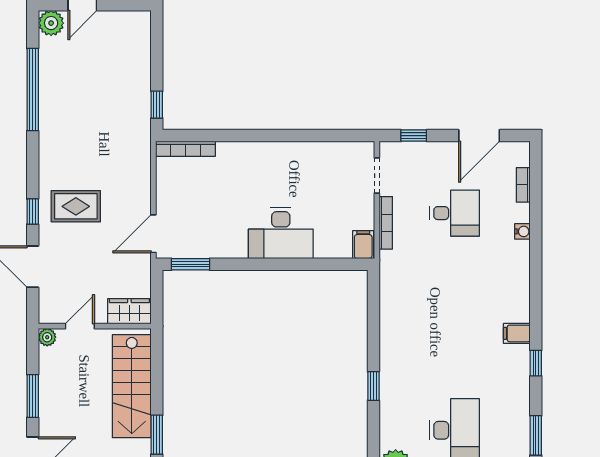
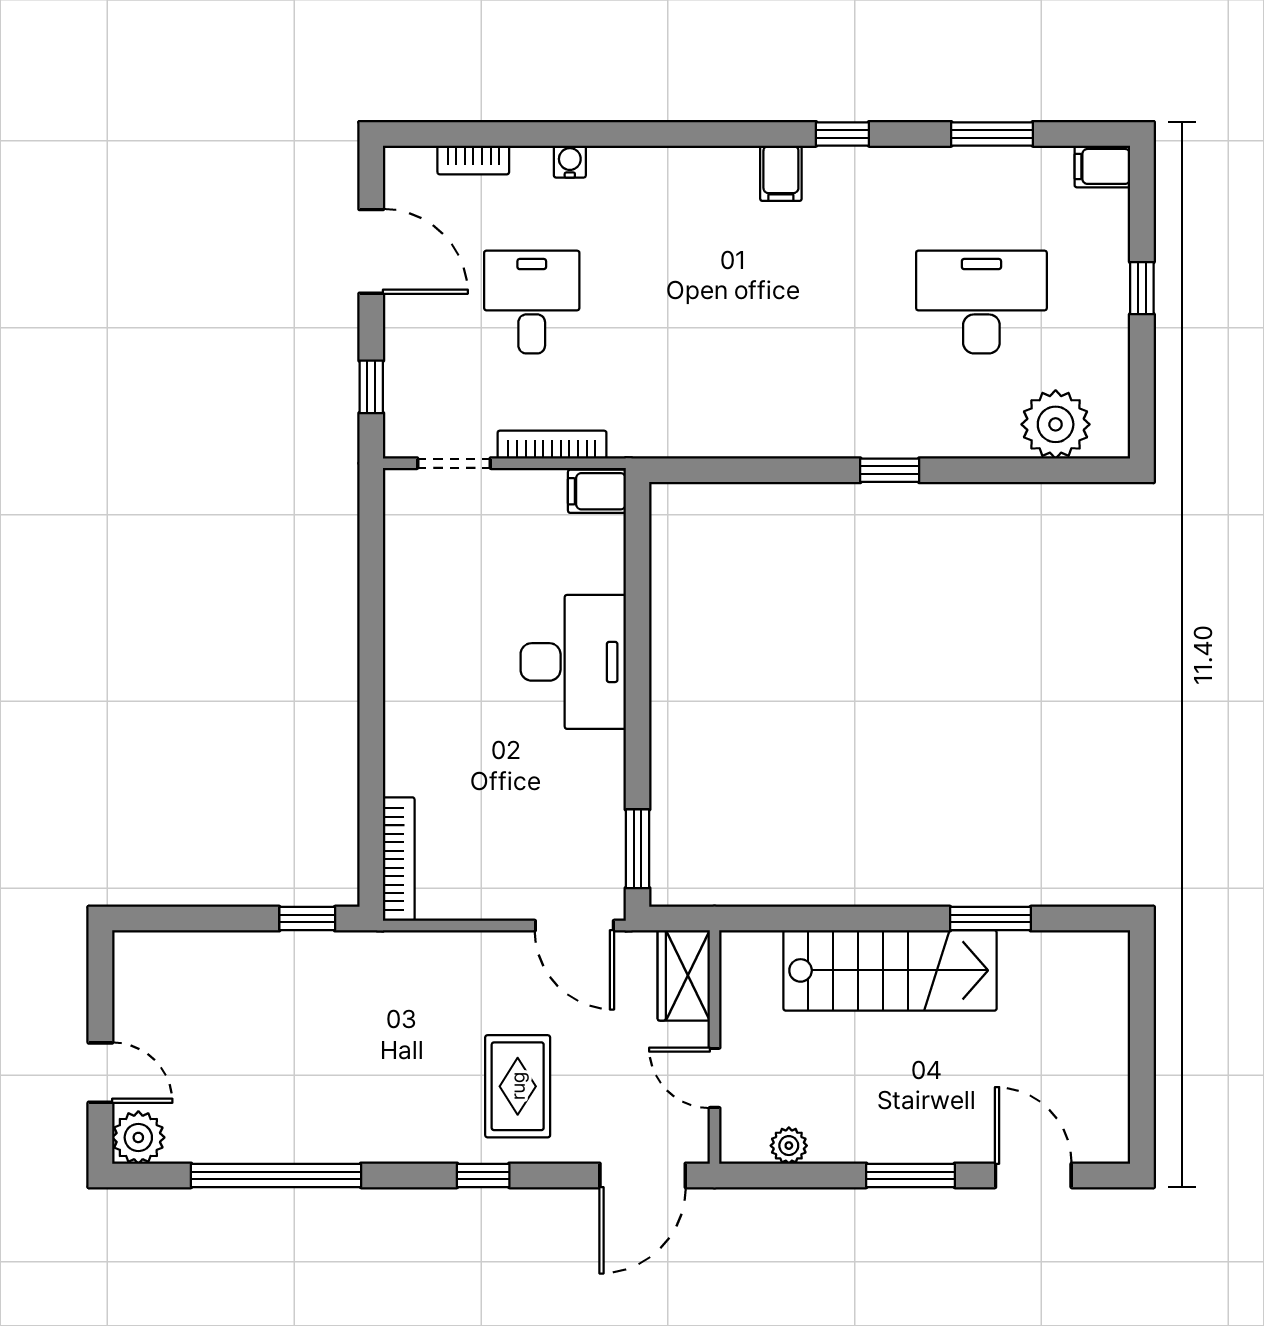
window: (33, 212) -> (483, 1175), moved
wardrobe: (129, 311) -> (684, 975), moved
door: (80, 326) -> (715, 1078), moved
wall: (95, 326) -> (715, 1047), moved

